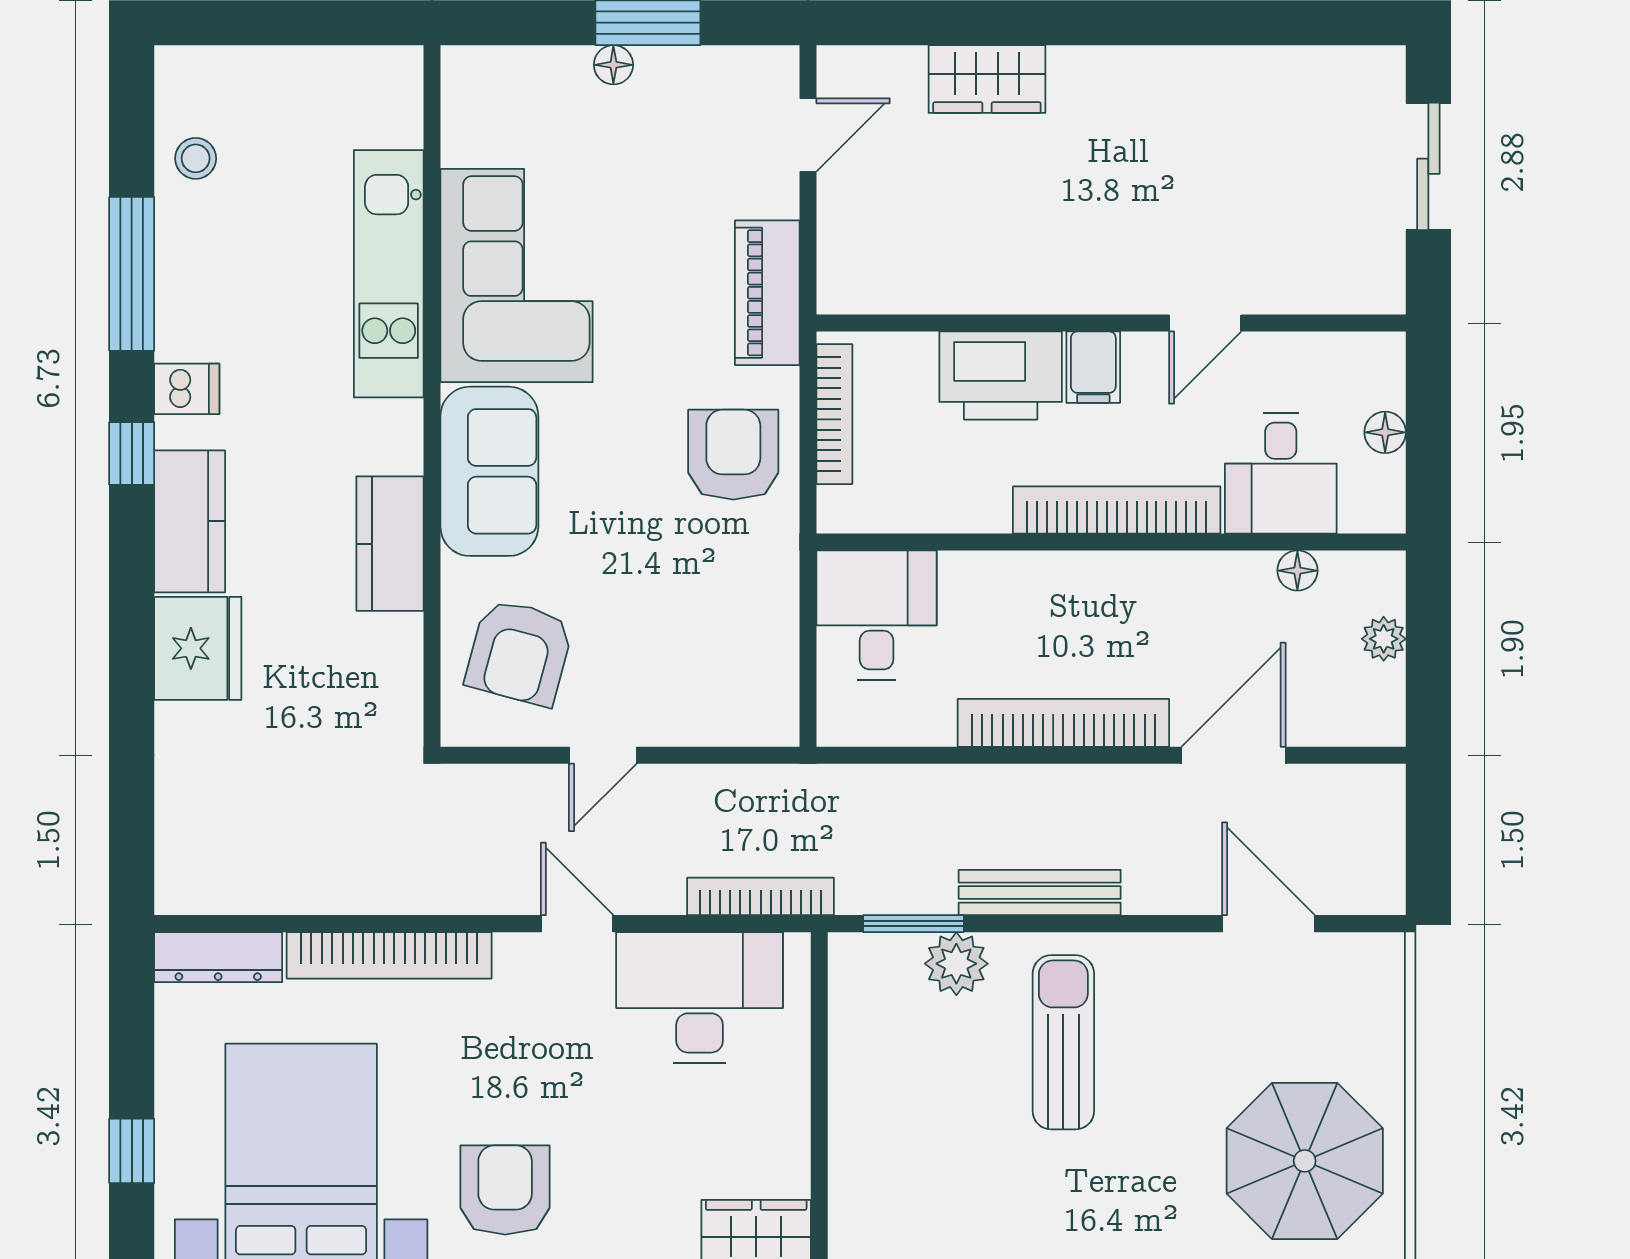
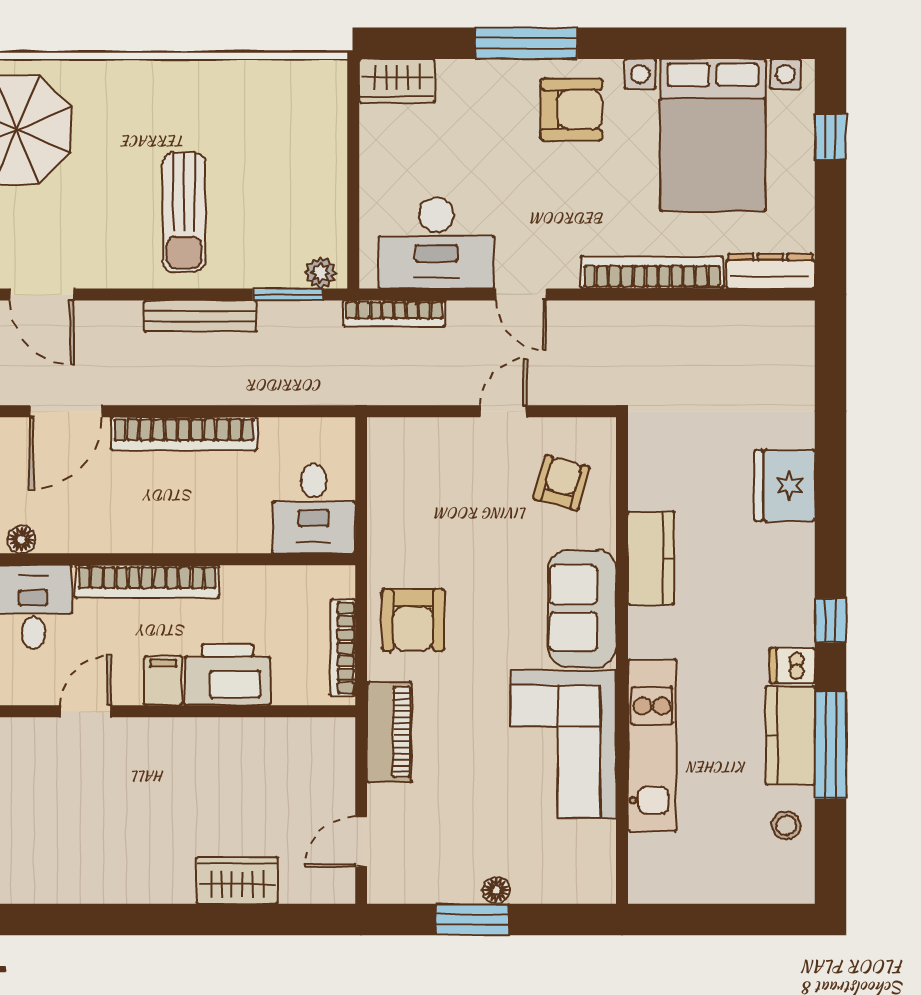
kitchen counter: (190, 521) -> (790, 735), moved
armchair: (519, 652) -> (561, 483), width x0.72, depth x0.72
plant: (956, 964) -> (320, 273), moved, width x0.73, depth x0.73
armchair: (505, 1190) -> (571, 110), turned -90

